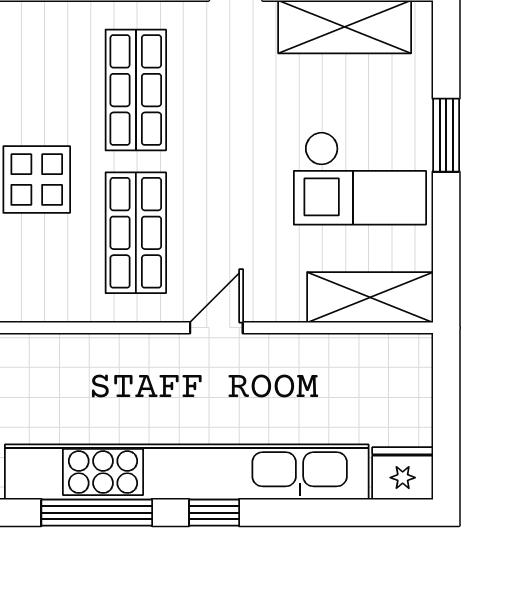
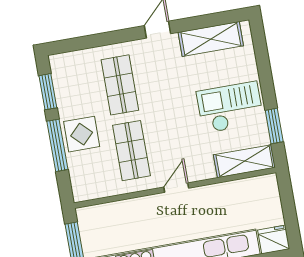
window: (446, 135) -> (274, 126), moved
checkout: (360, 178) -> (230, 107), turned 180

